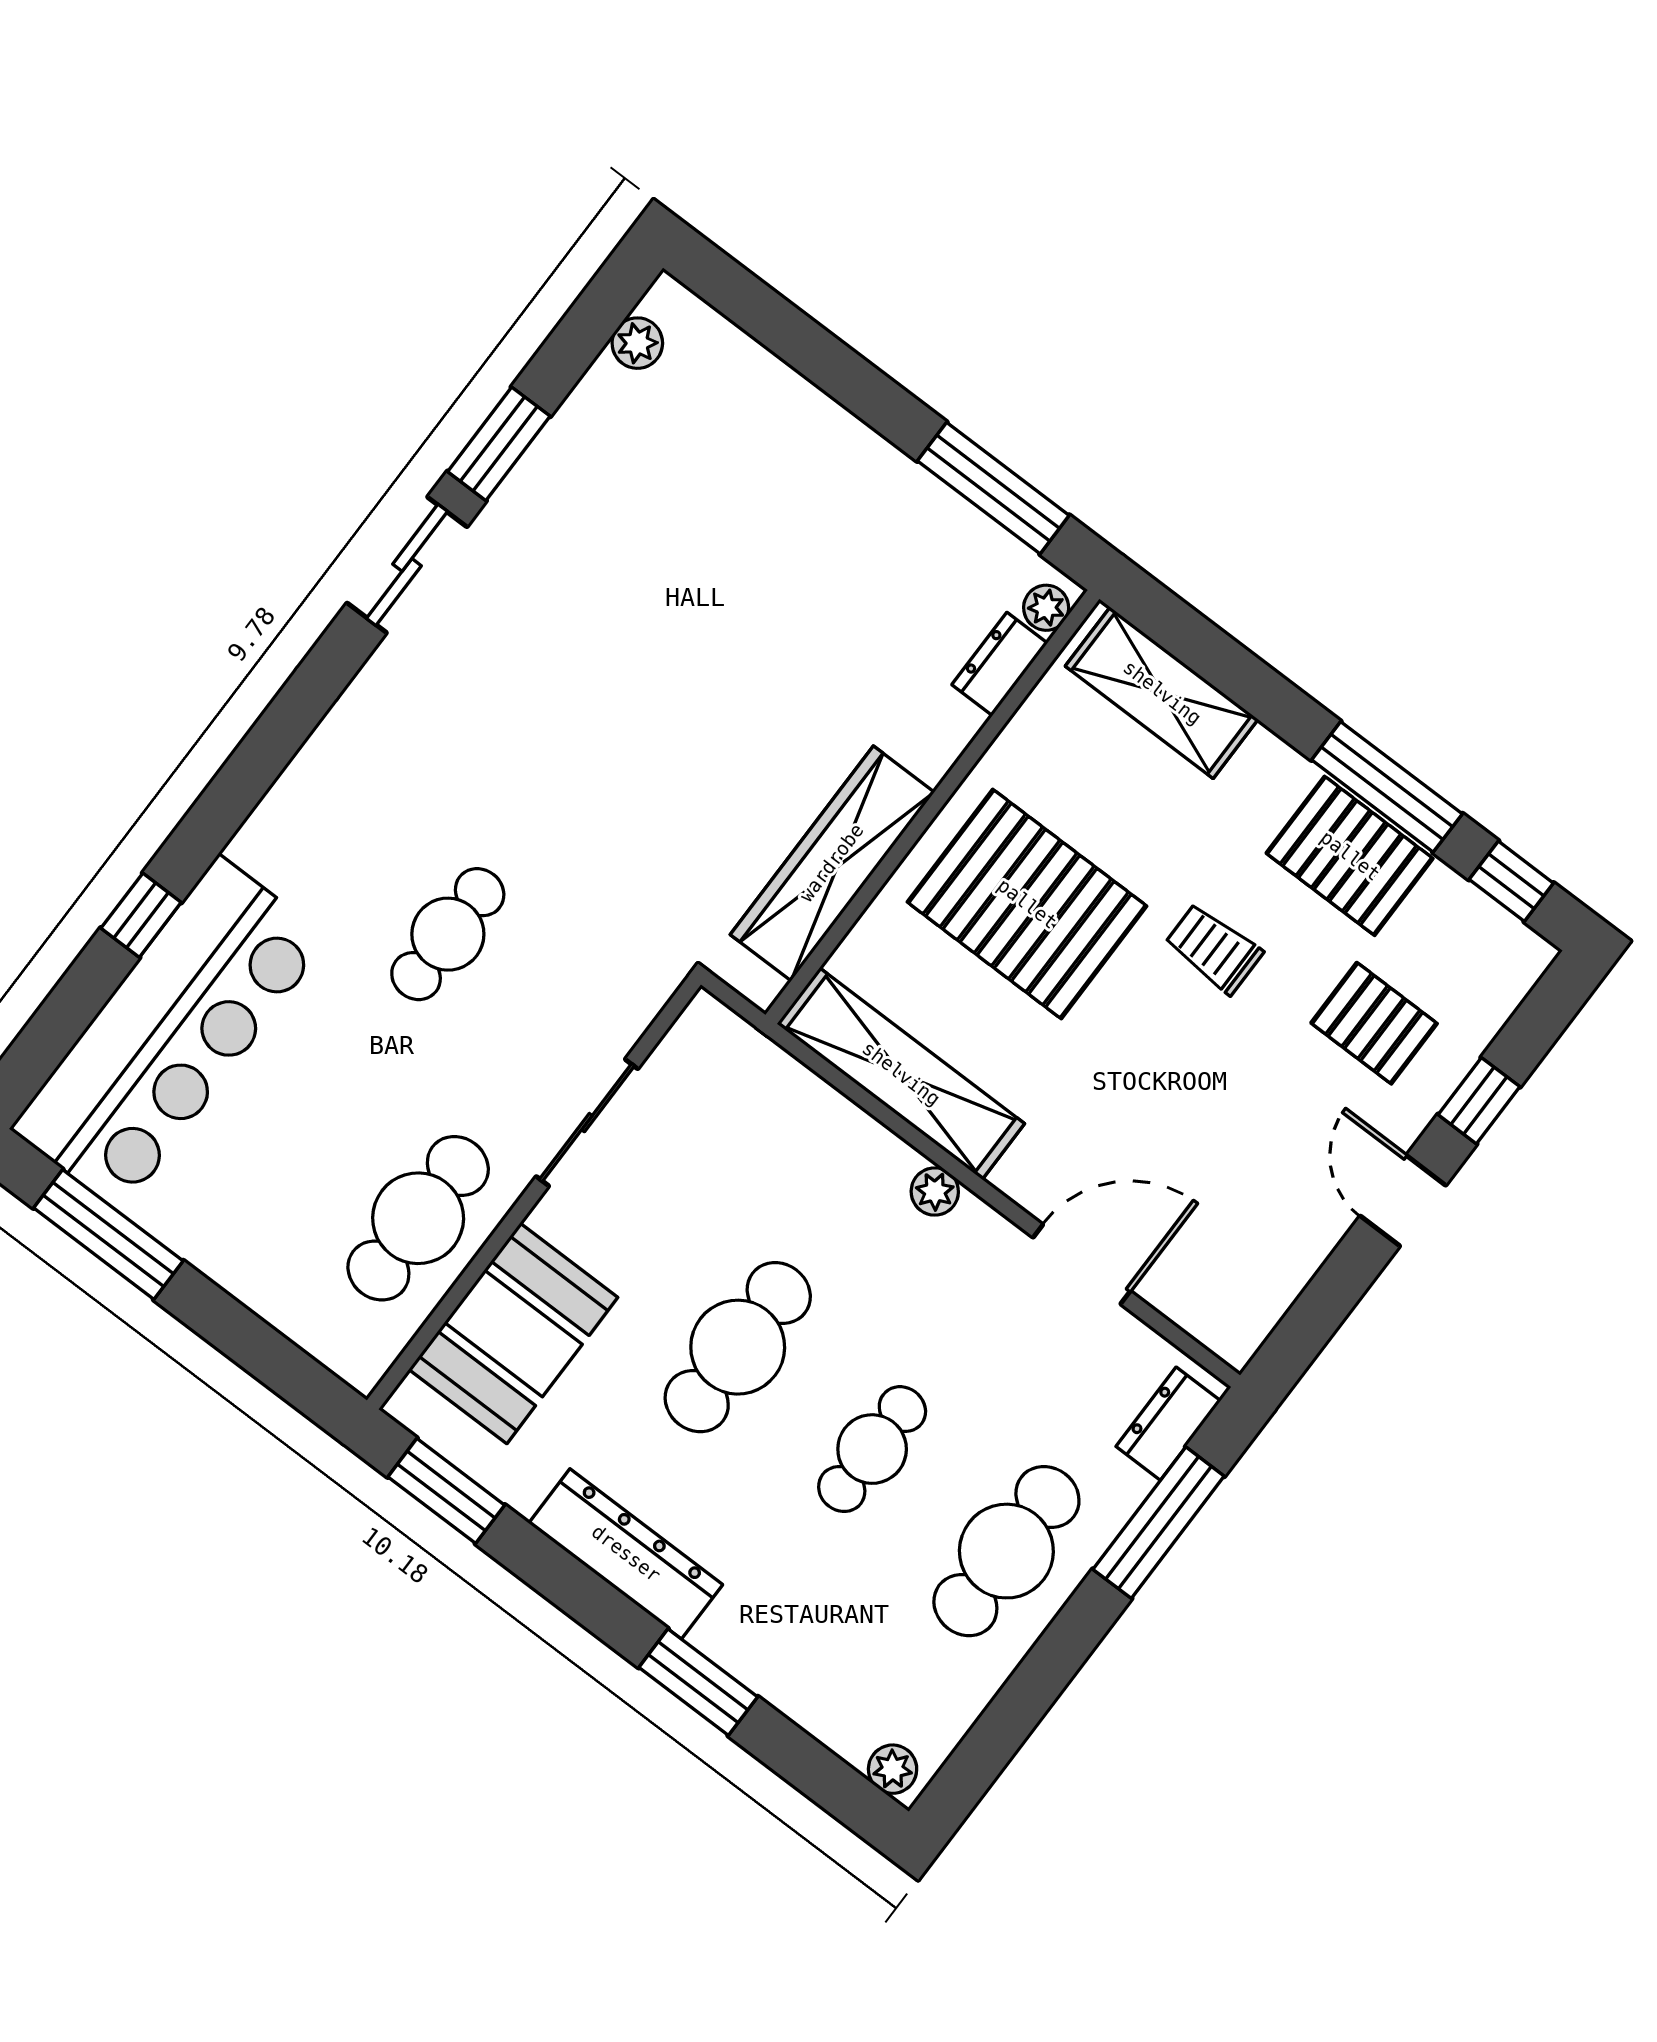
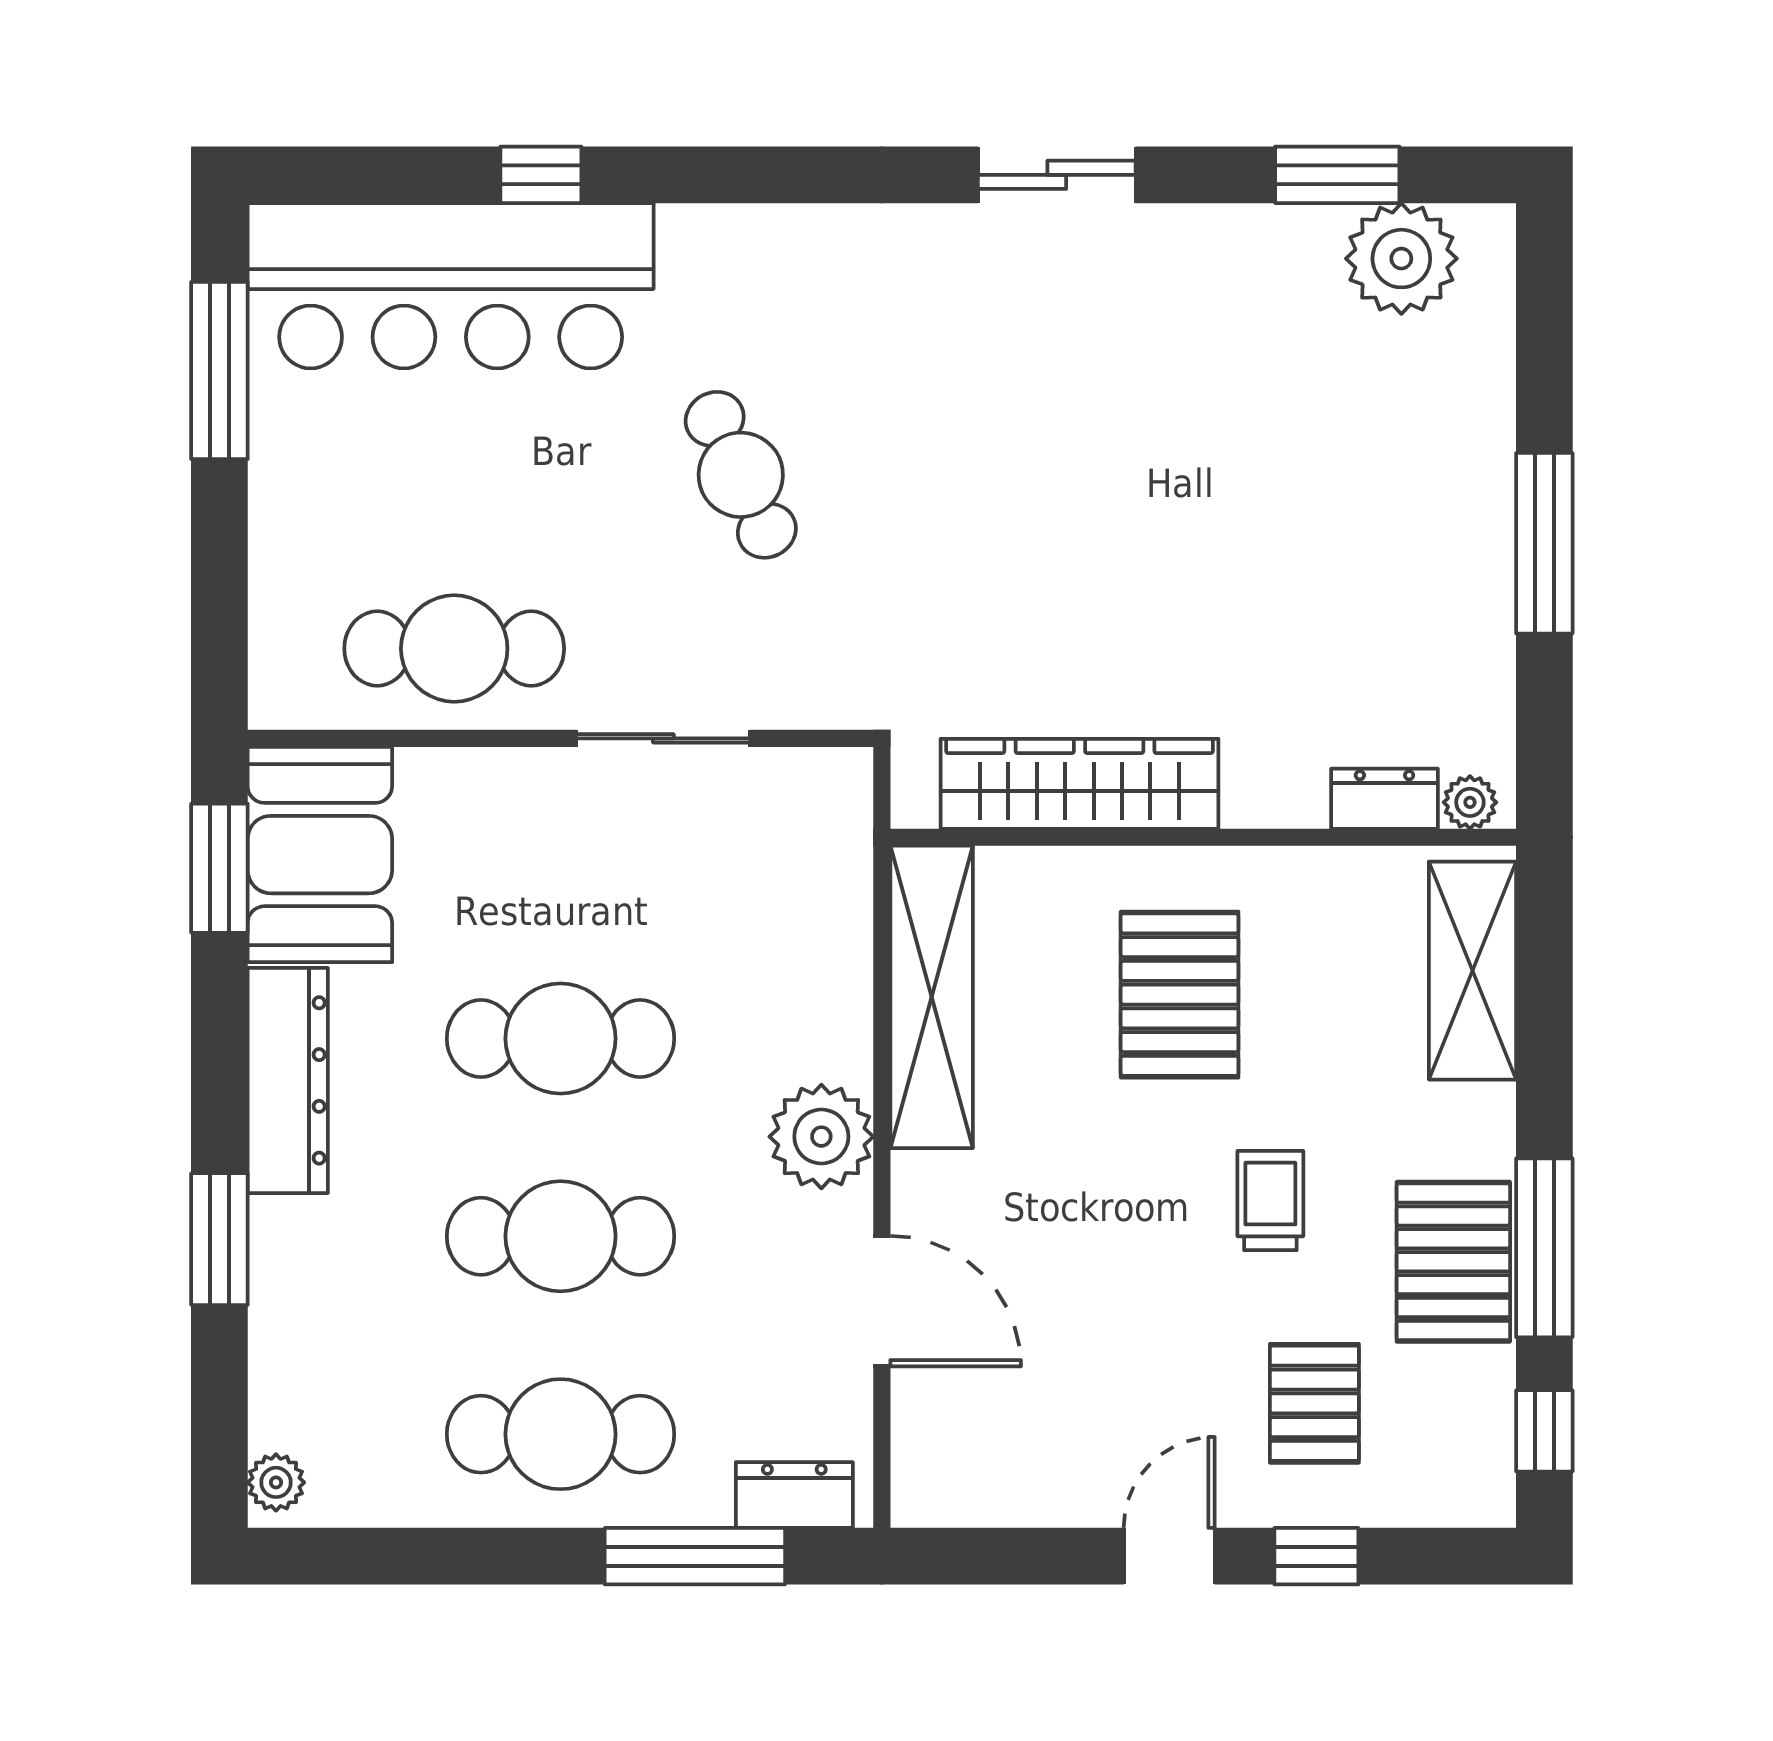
plant: (637, 343) -> (1401, 259), width x1.88, depth x1.88
window: (499, 444) -> (1337, 175), moved
window: (993, 488) -> (1544, 543), moved
pallet: (1027, 904) -> (1180, 995), width x0.73, depth x0.71
cafe table: (448, 934) -> (741, 475), turned 65
plant: (935, 1191) -> (821, 1137), width x1.87, depth x1.87
booth: (513, 1333) -> (320, 855), moved, turned 90
cafe table: (872, 1449) -> (561, 1236), width x1.37, depth x1.35

